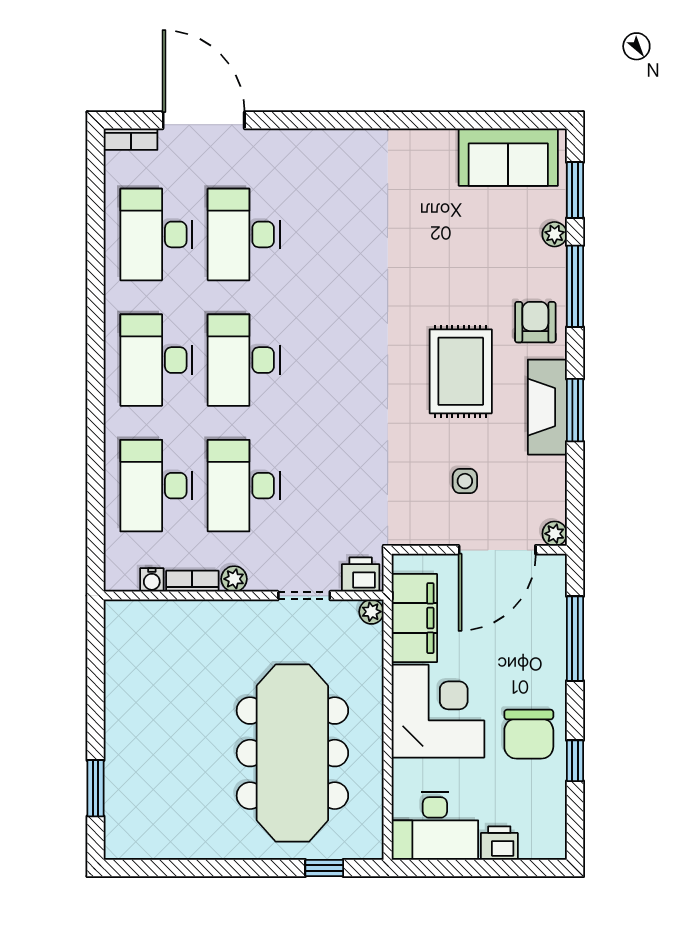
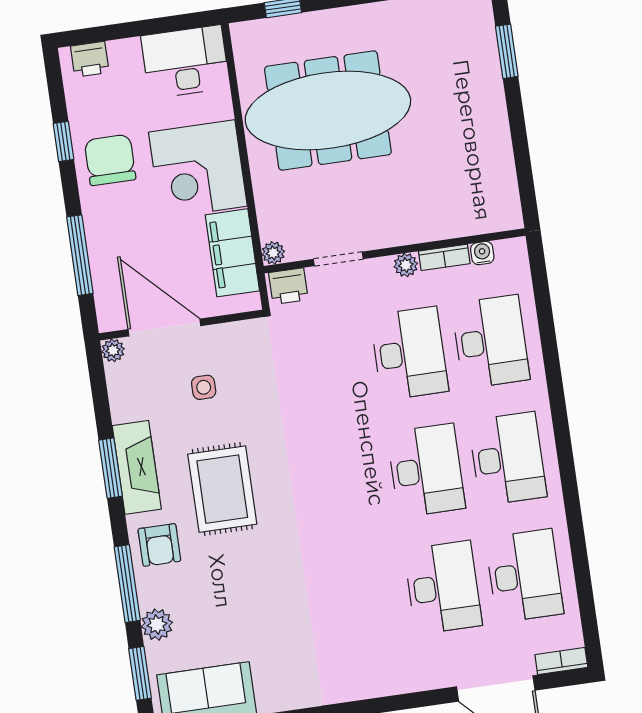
plant: (555, 234) -> (157, 625), width x1.38, depth x1.38
door: (497, 550) -> (164, 328), hinge flipped
meeting table: (292, 753) -> (328, 111), turned 90
printer: (499, 843) -> (90, 59), moved

